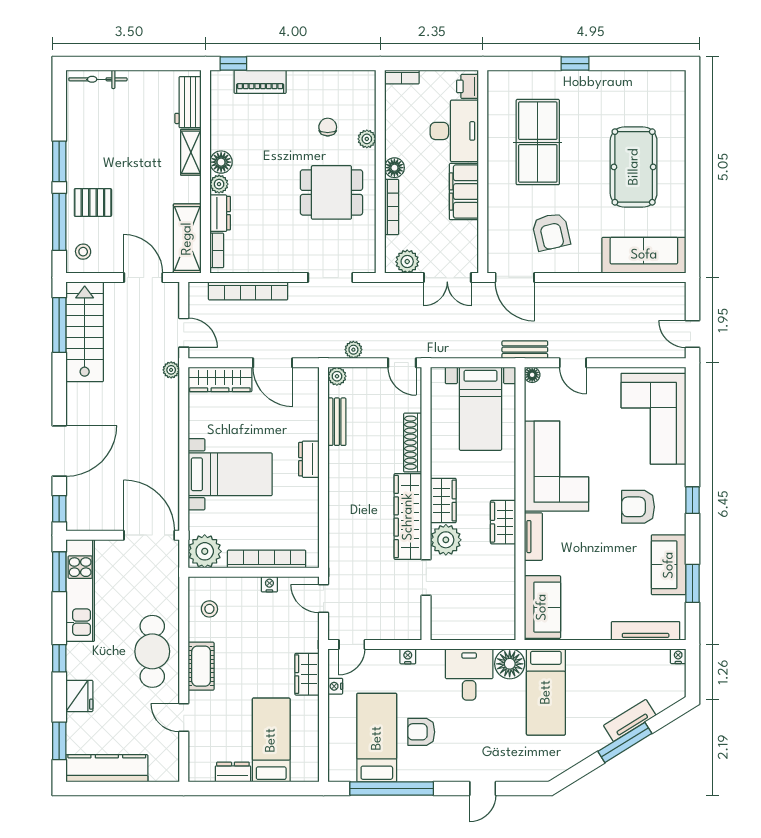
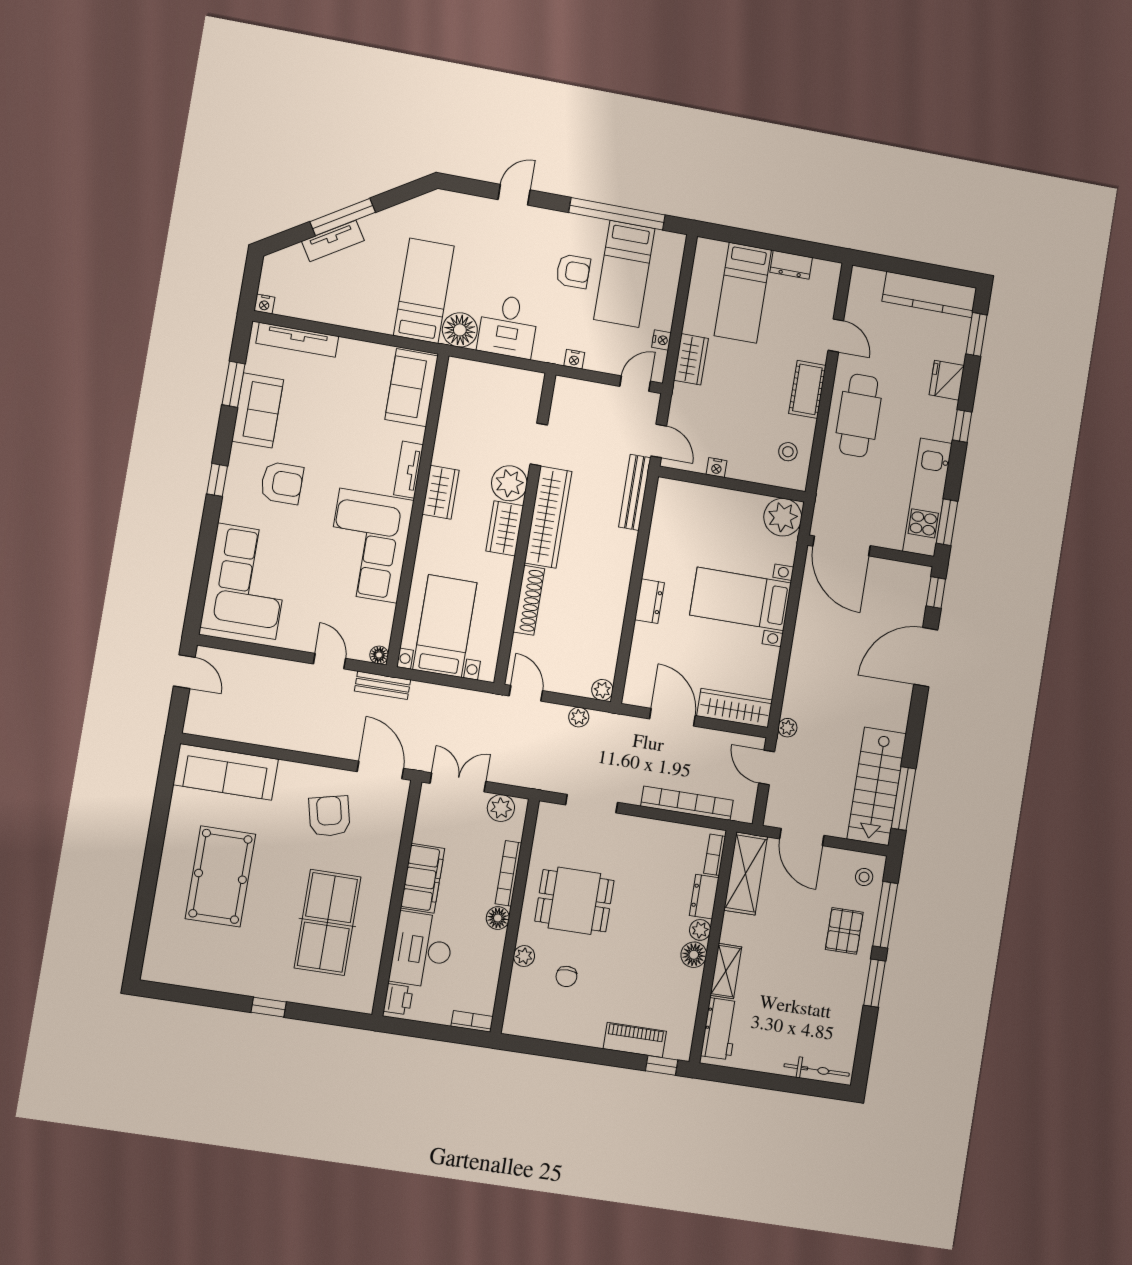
pallet: (93, 203) -> (844, 931), turned 90
bench: (337, 422) -> (635, 492), moved, width x1.36
bookcase: (267, 559) -> (715, 497), removed

